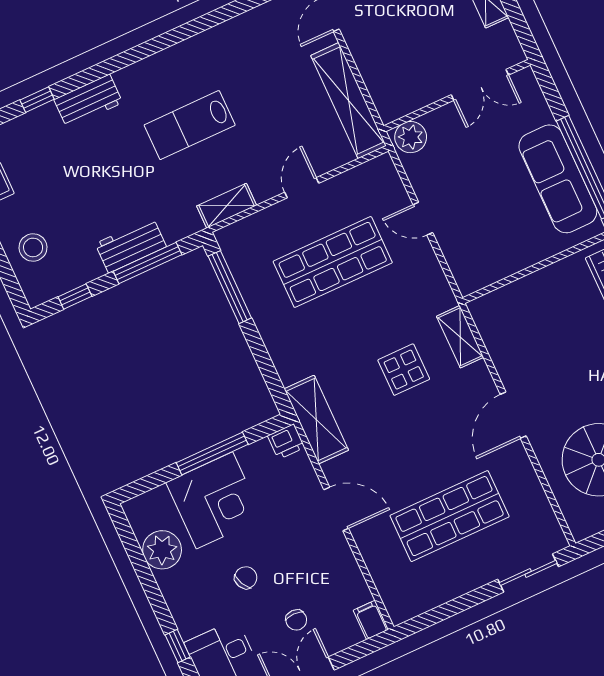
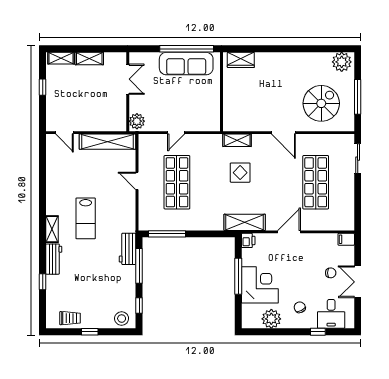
shelving: (227, 206) -> (52, 229), moved
workbench: (131, 245) -> (128, 249), moved
stool: (33, 247) -> (122, 319), moved
chair: (246, 578) -> (300, 307), moved

